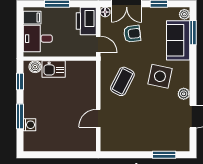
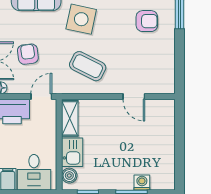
shelving: (81, 67) -> (70, 118), added
armchair: (158, 129) -> (147, 21), added

